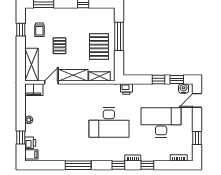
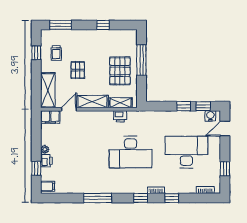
printer: (126, 89) -> (120, 116), moved
printer: (30, 143) -> (46, 161), moved

